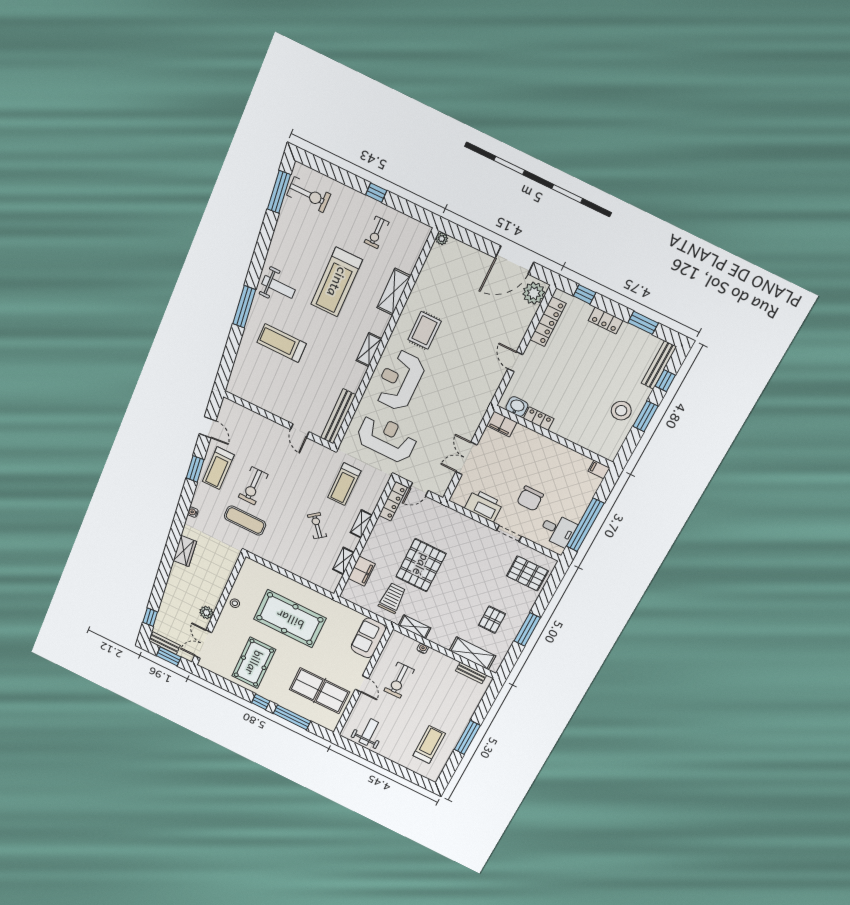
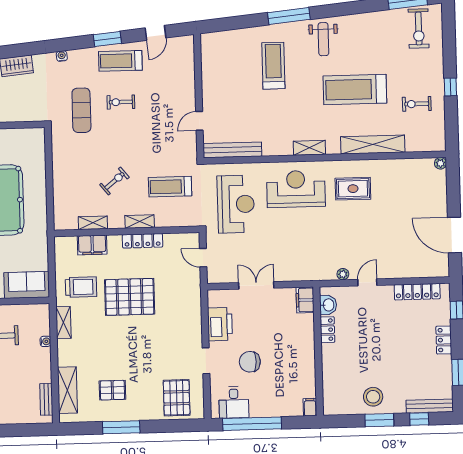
shelving: (394, 292) -> (373, 144), width x1.47
plant: (534, 293) -> (343, 274), moved, width x0.53, depth x0.53
exercise bike: (253, 486) -> (121, 102), width x0.73, depth x0.72
locker: (393, 501) -> (143, 241), moved

